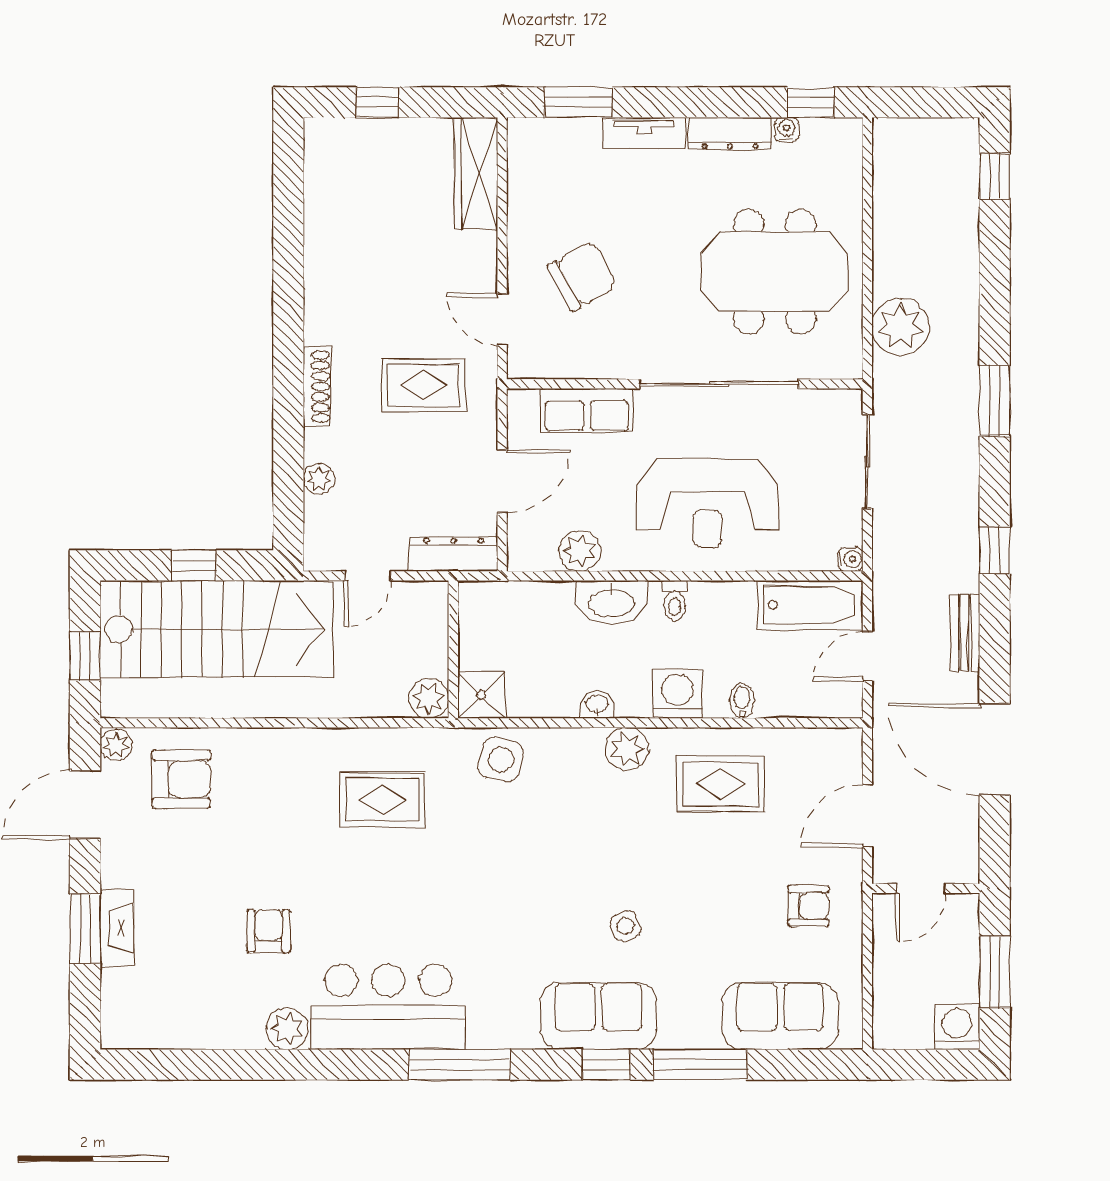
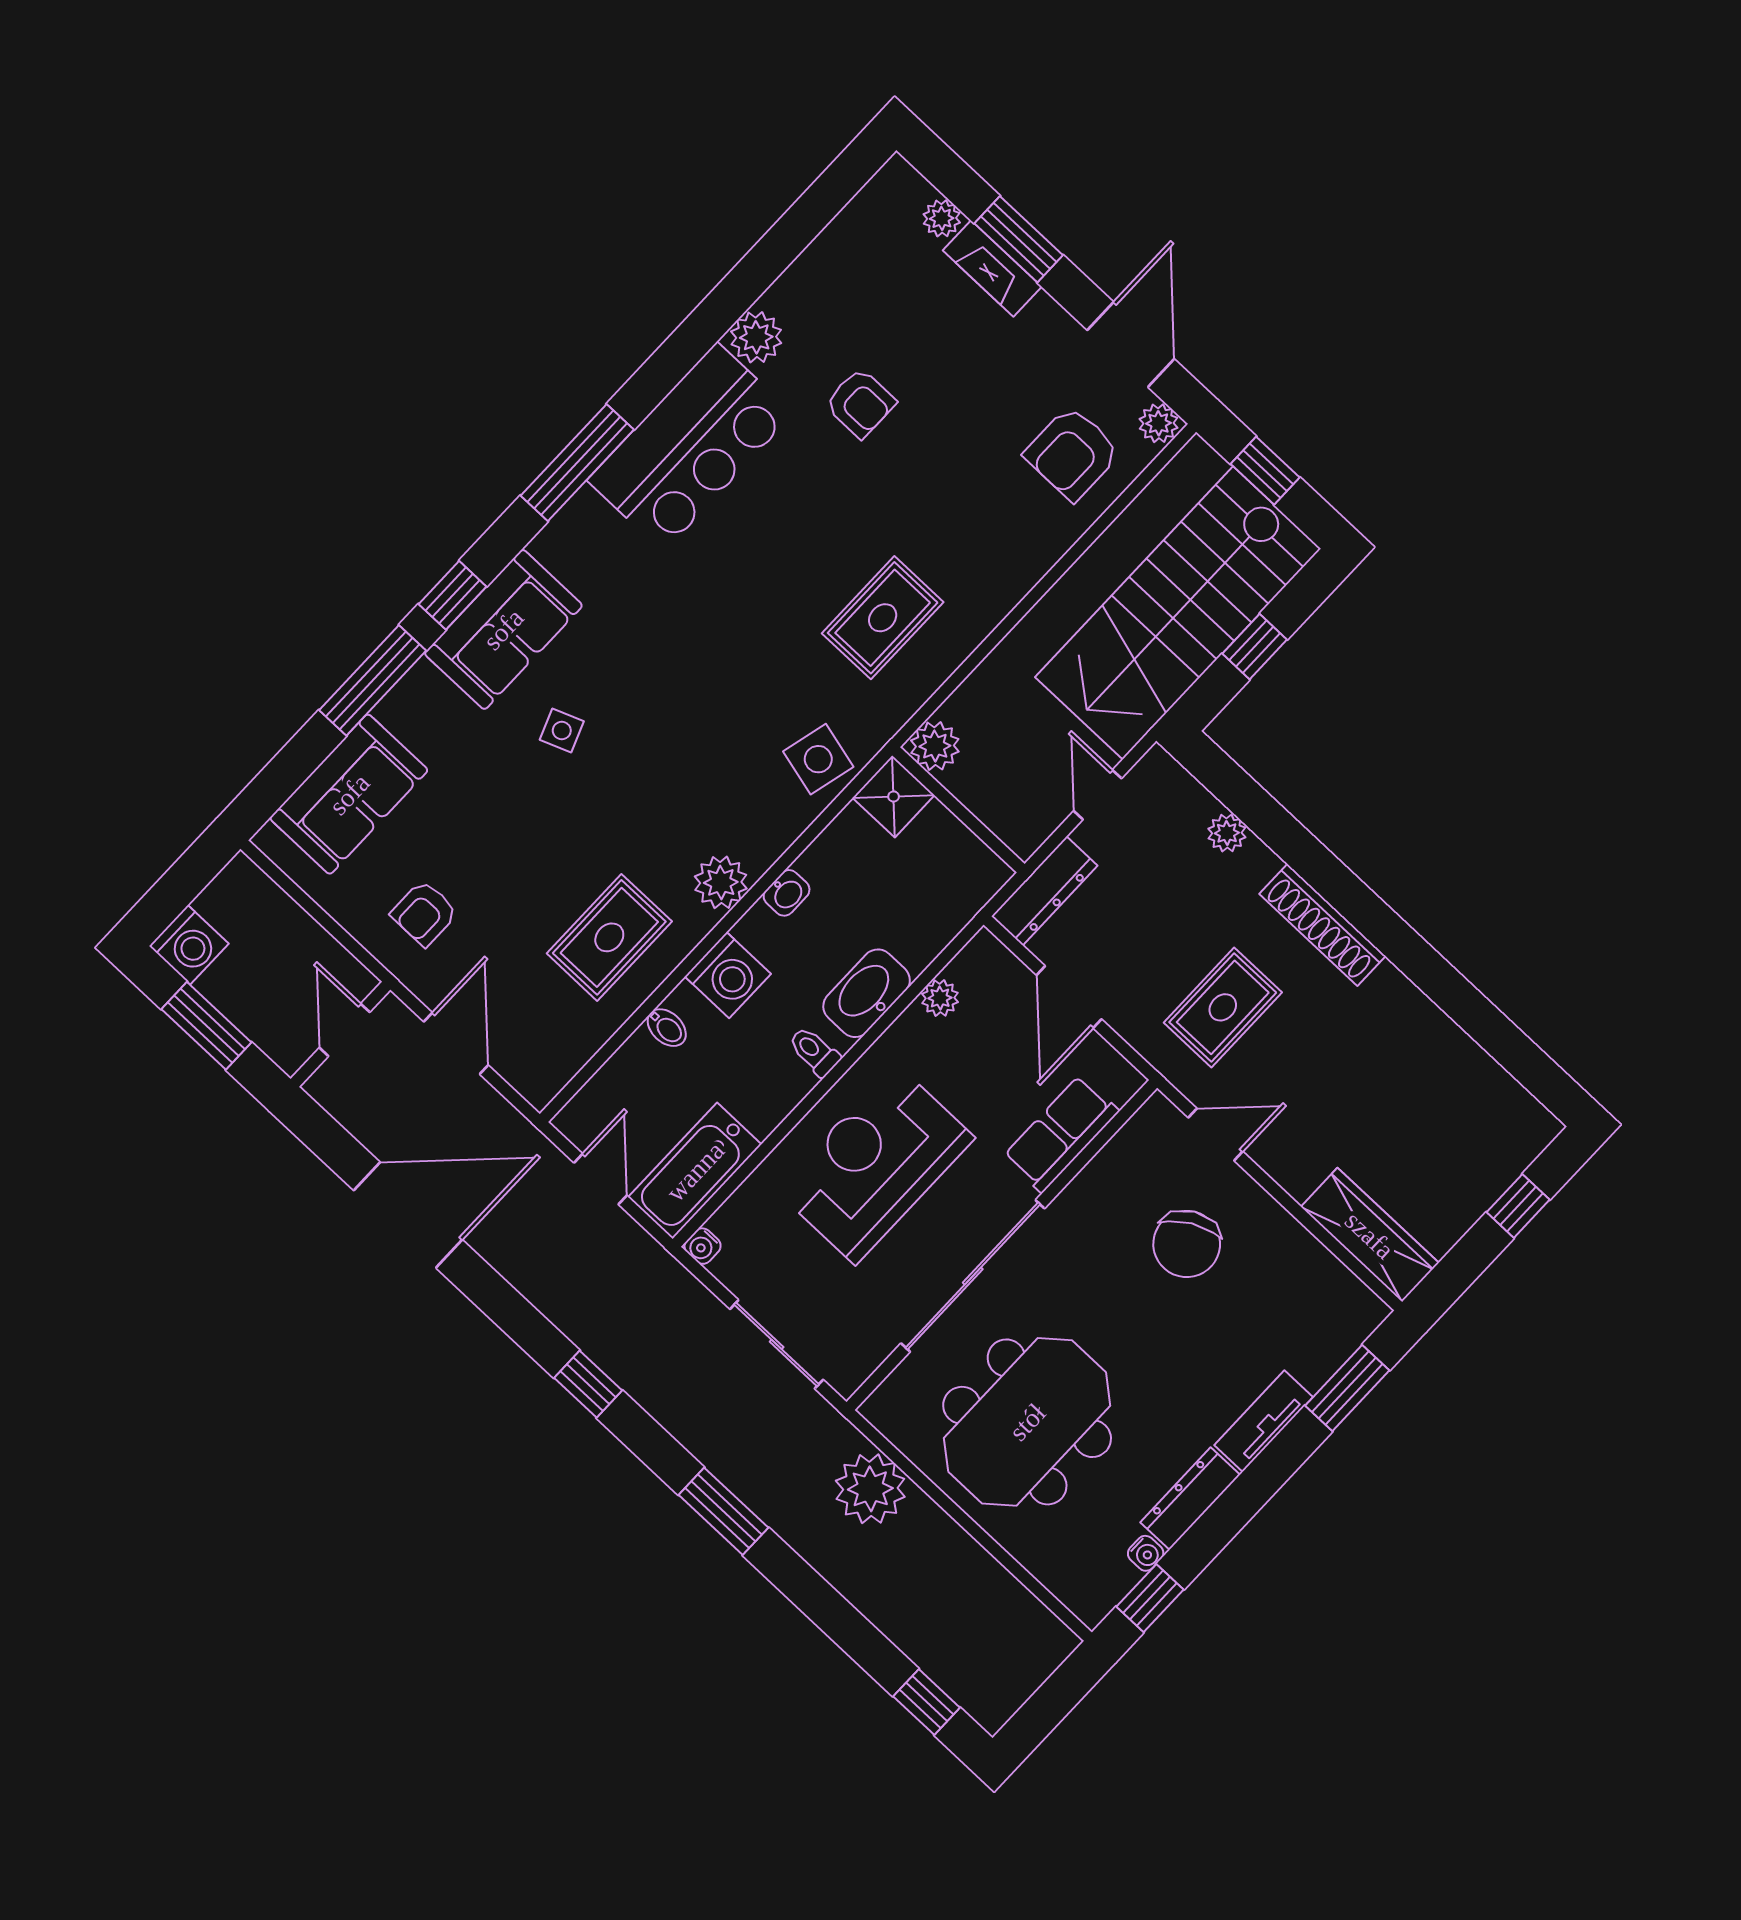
shoe rack: (317, 387) -> (1322, 925), width x1.36, depth x1.24
plant: (580, 551) -> (940, 998), width x0.73, depth x0.73
bench: (965, 633) -> (539, 1287), removed
plant: (115, 985) -> (942, 218), added

